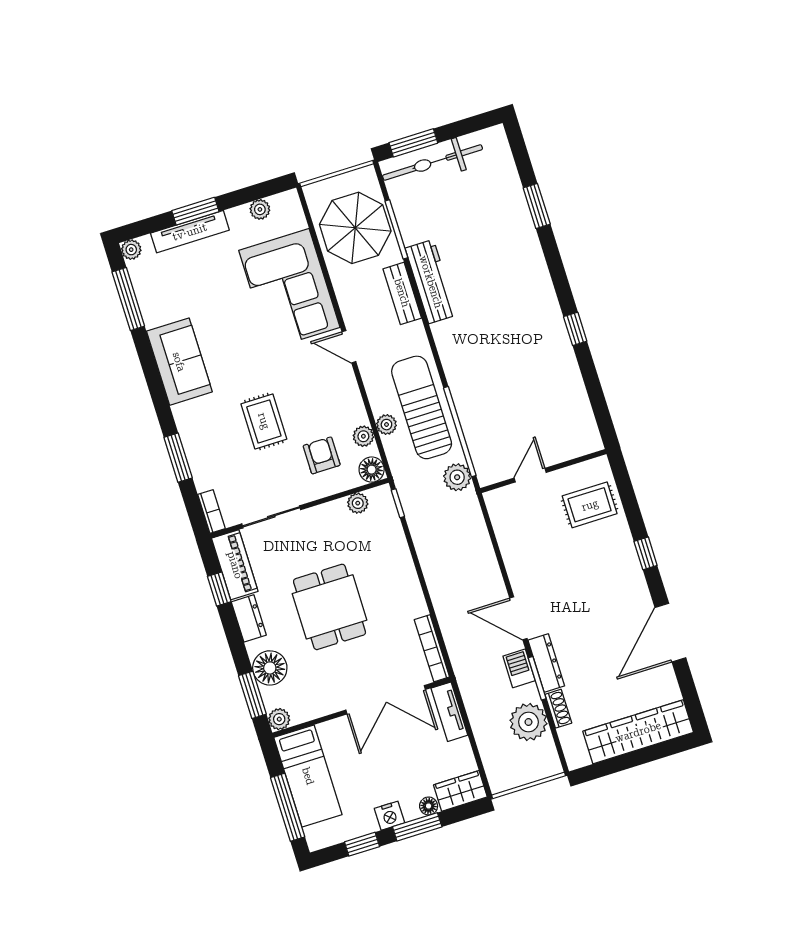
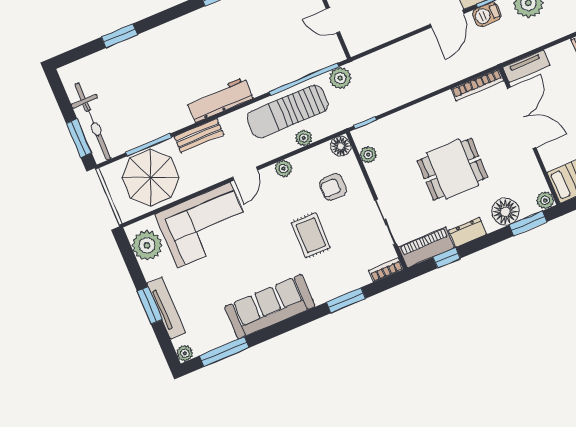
plant: (260, 209) -> (147, 245), width x1.87, depth x1.87
workbench: (431, 282) -> (220, 100), moved
sofa: (179, 362) -> (270, 307), width x1.36
rug: (264, 421) -> (311, 235), turned 90
plant: (363, 436) -> (284, 169), moved

